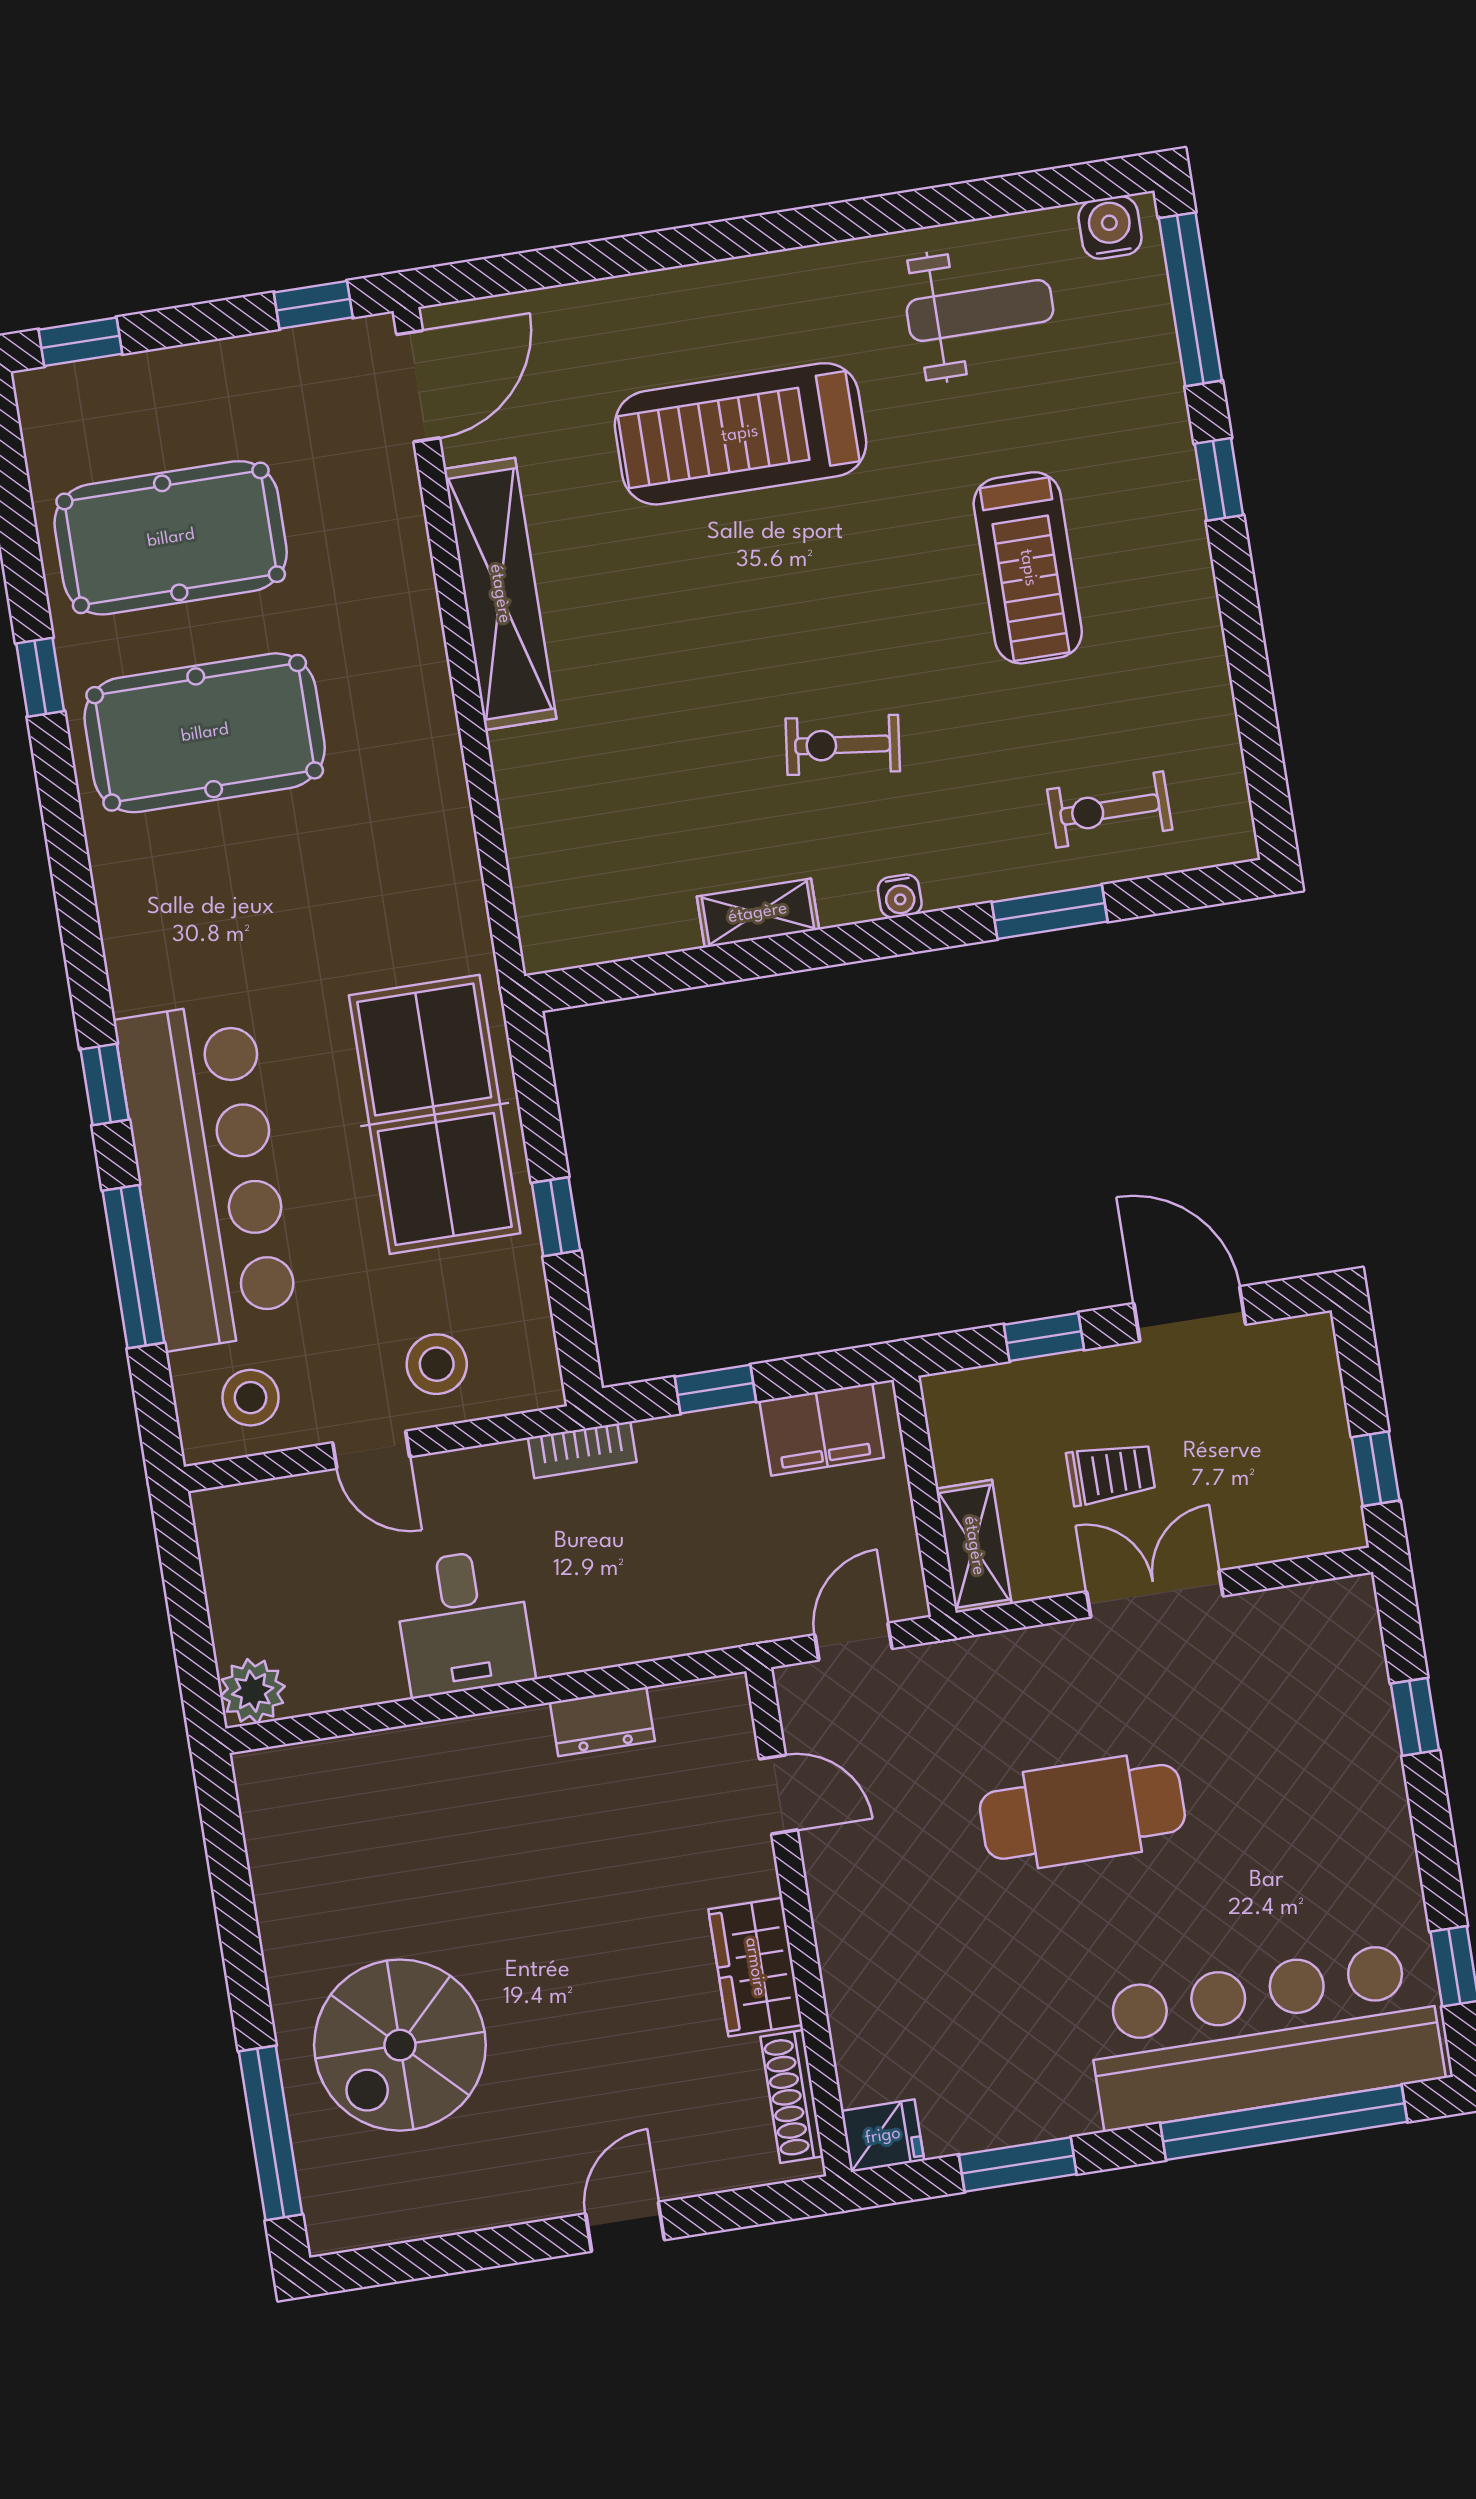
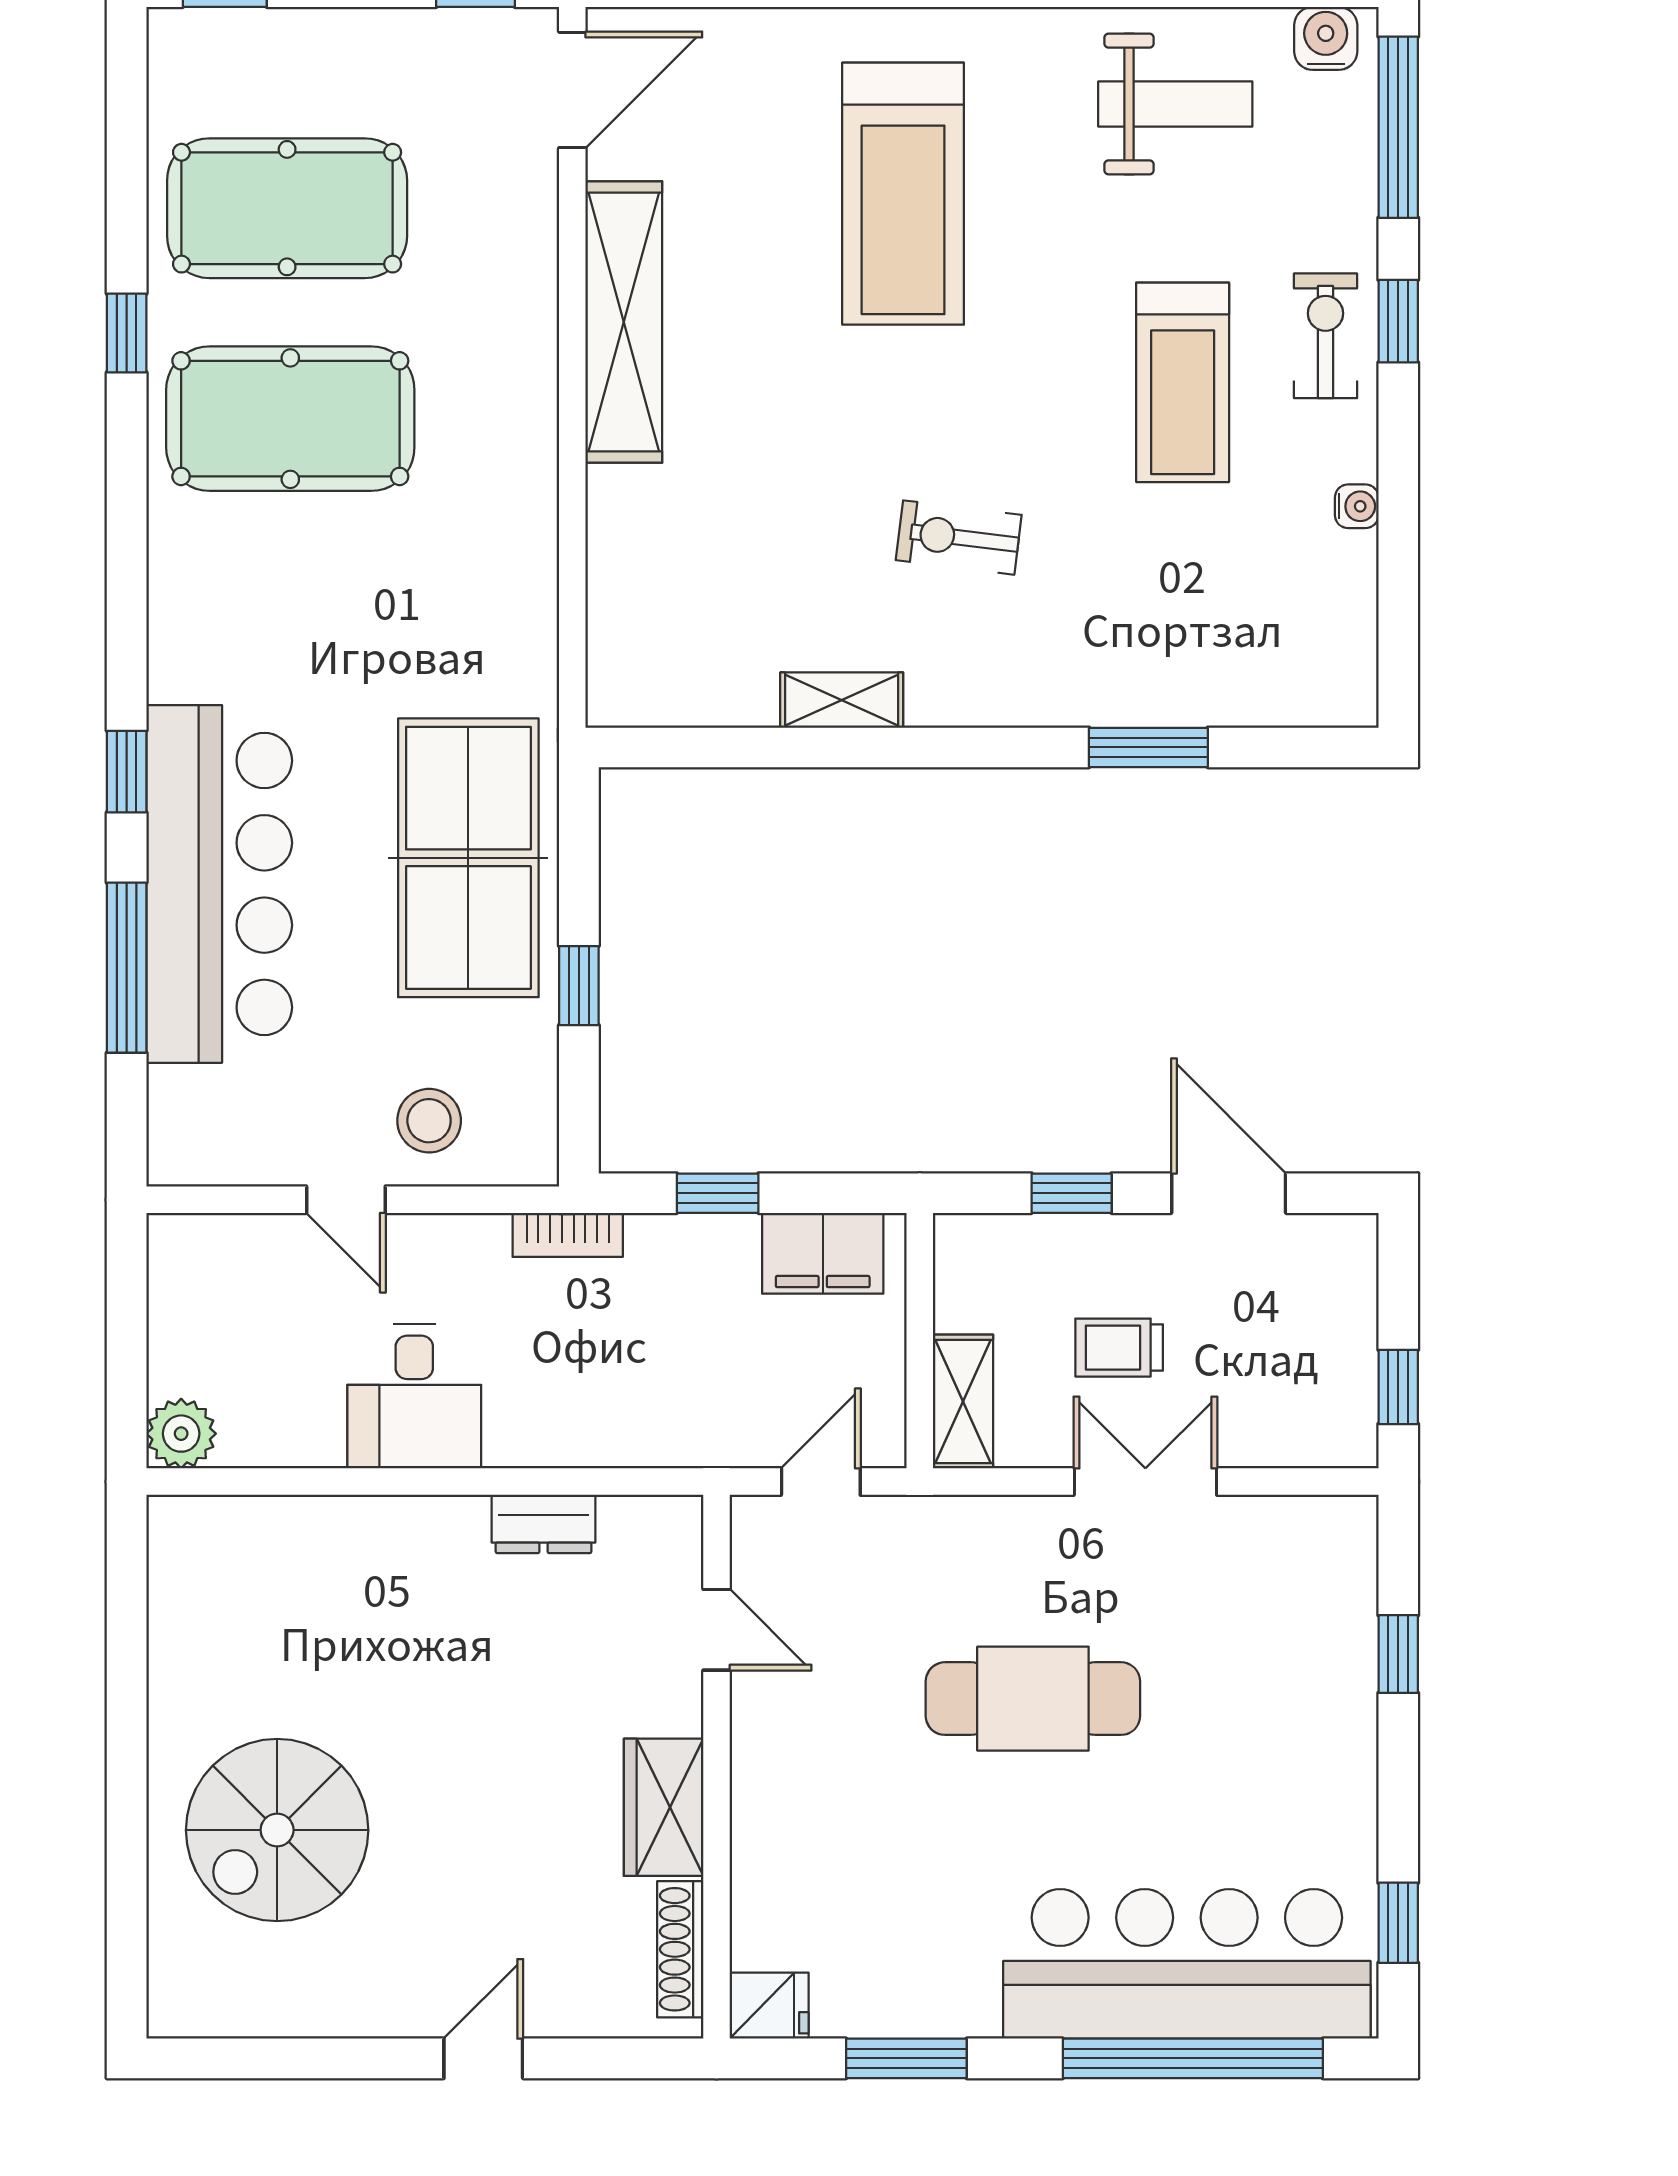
treadmill: (740, 434) -> (903, 194), turned -90
exercise bike: (1110, 809) -> (1326, 336), moved, turned 90
water cooler: (900, 896) -> (1357, 506), moved, turned -90
stool: (251, 1398) -> (228, 1125), removed
trolley: (1111, 1473) -> (1119, 1348), turned 180
window: (271, 2133) -> (127, 1901), removed

